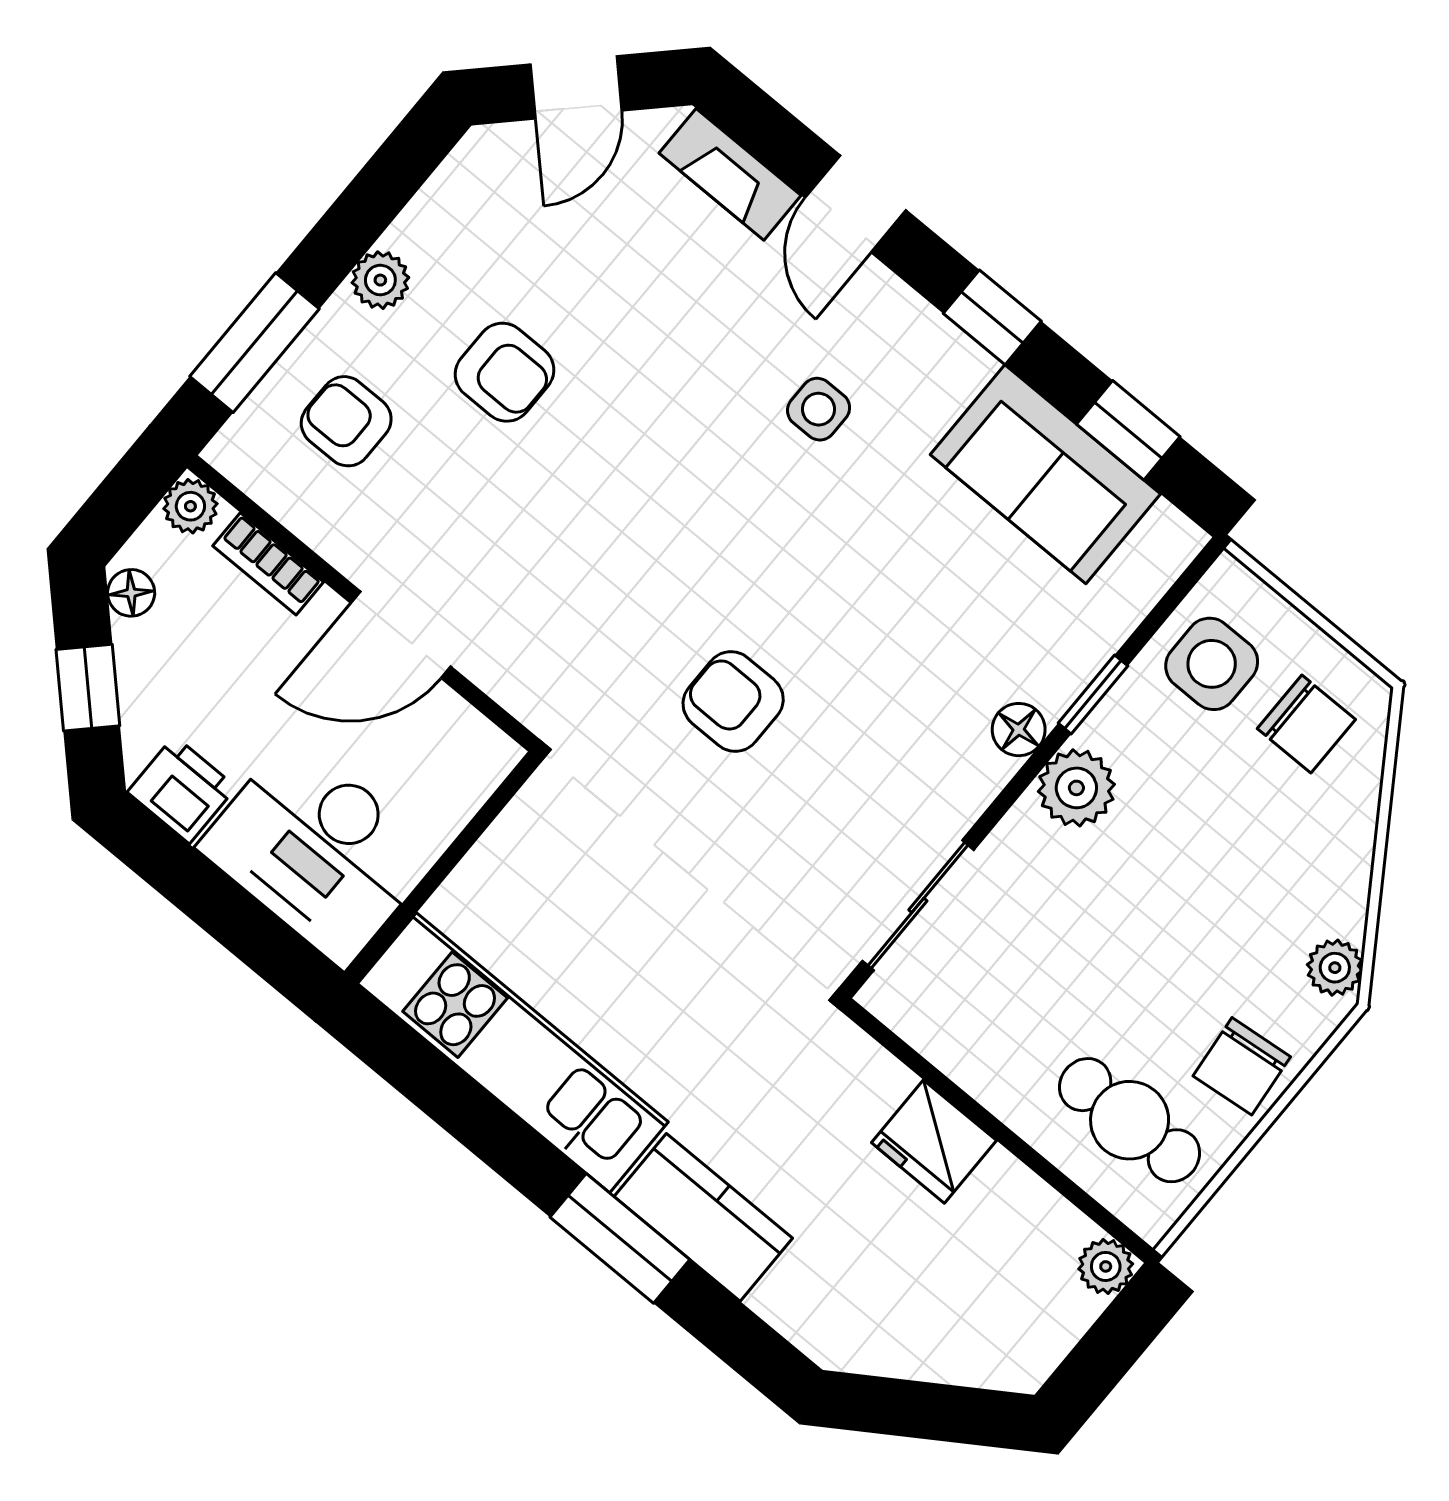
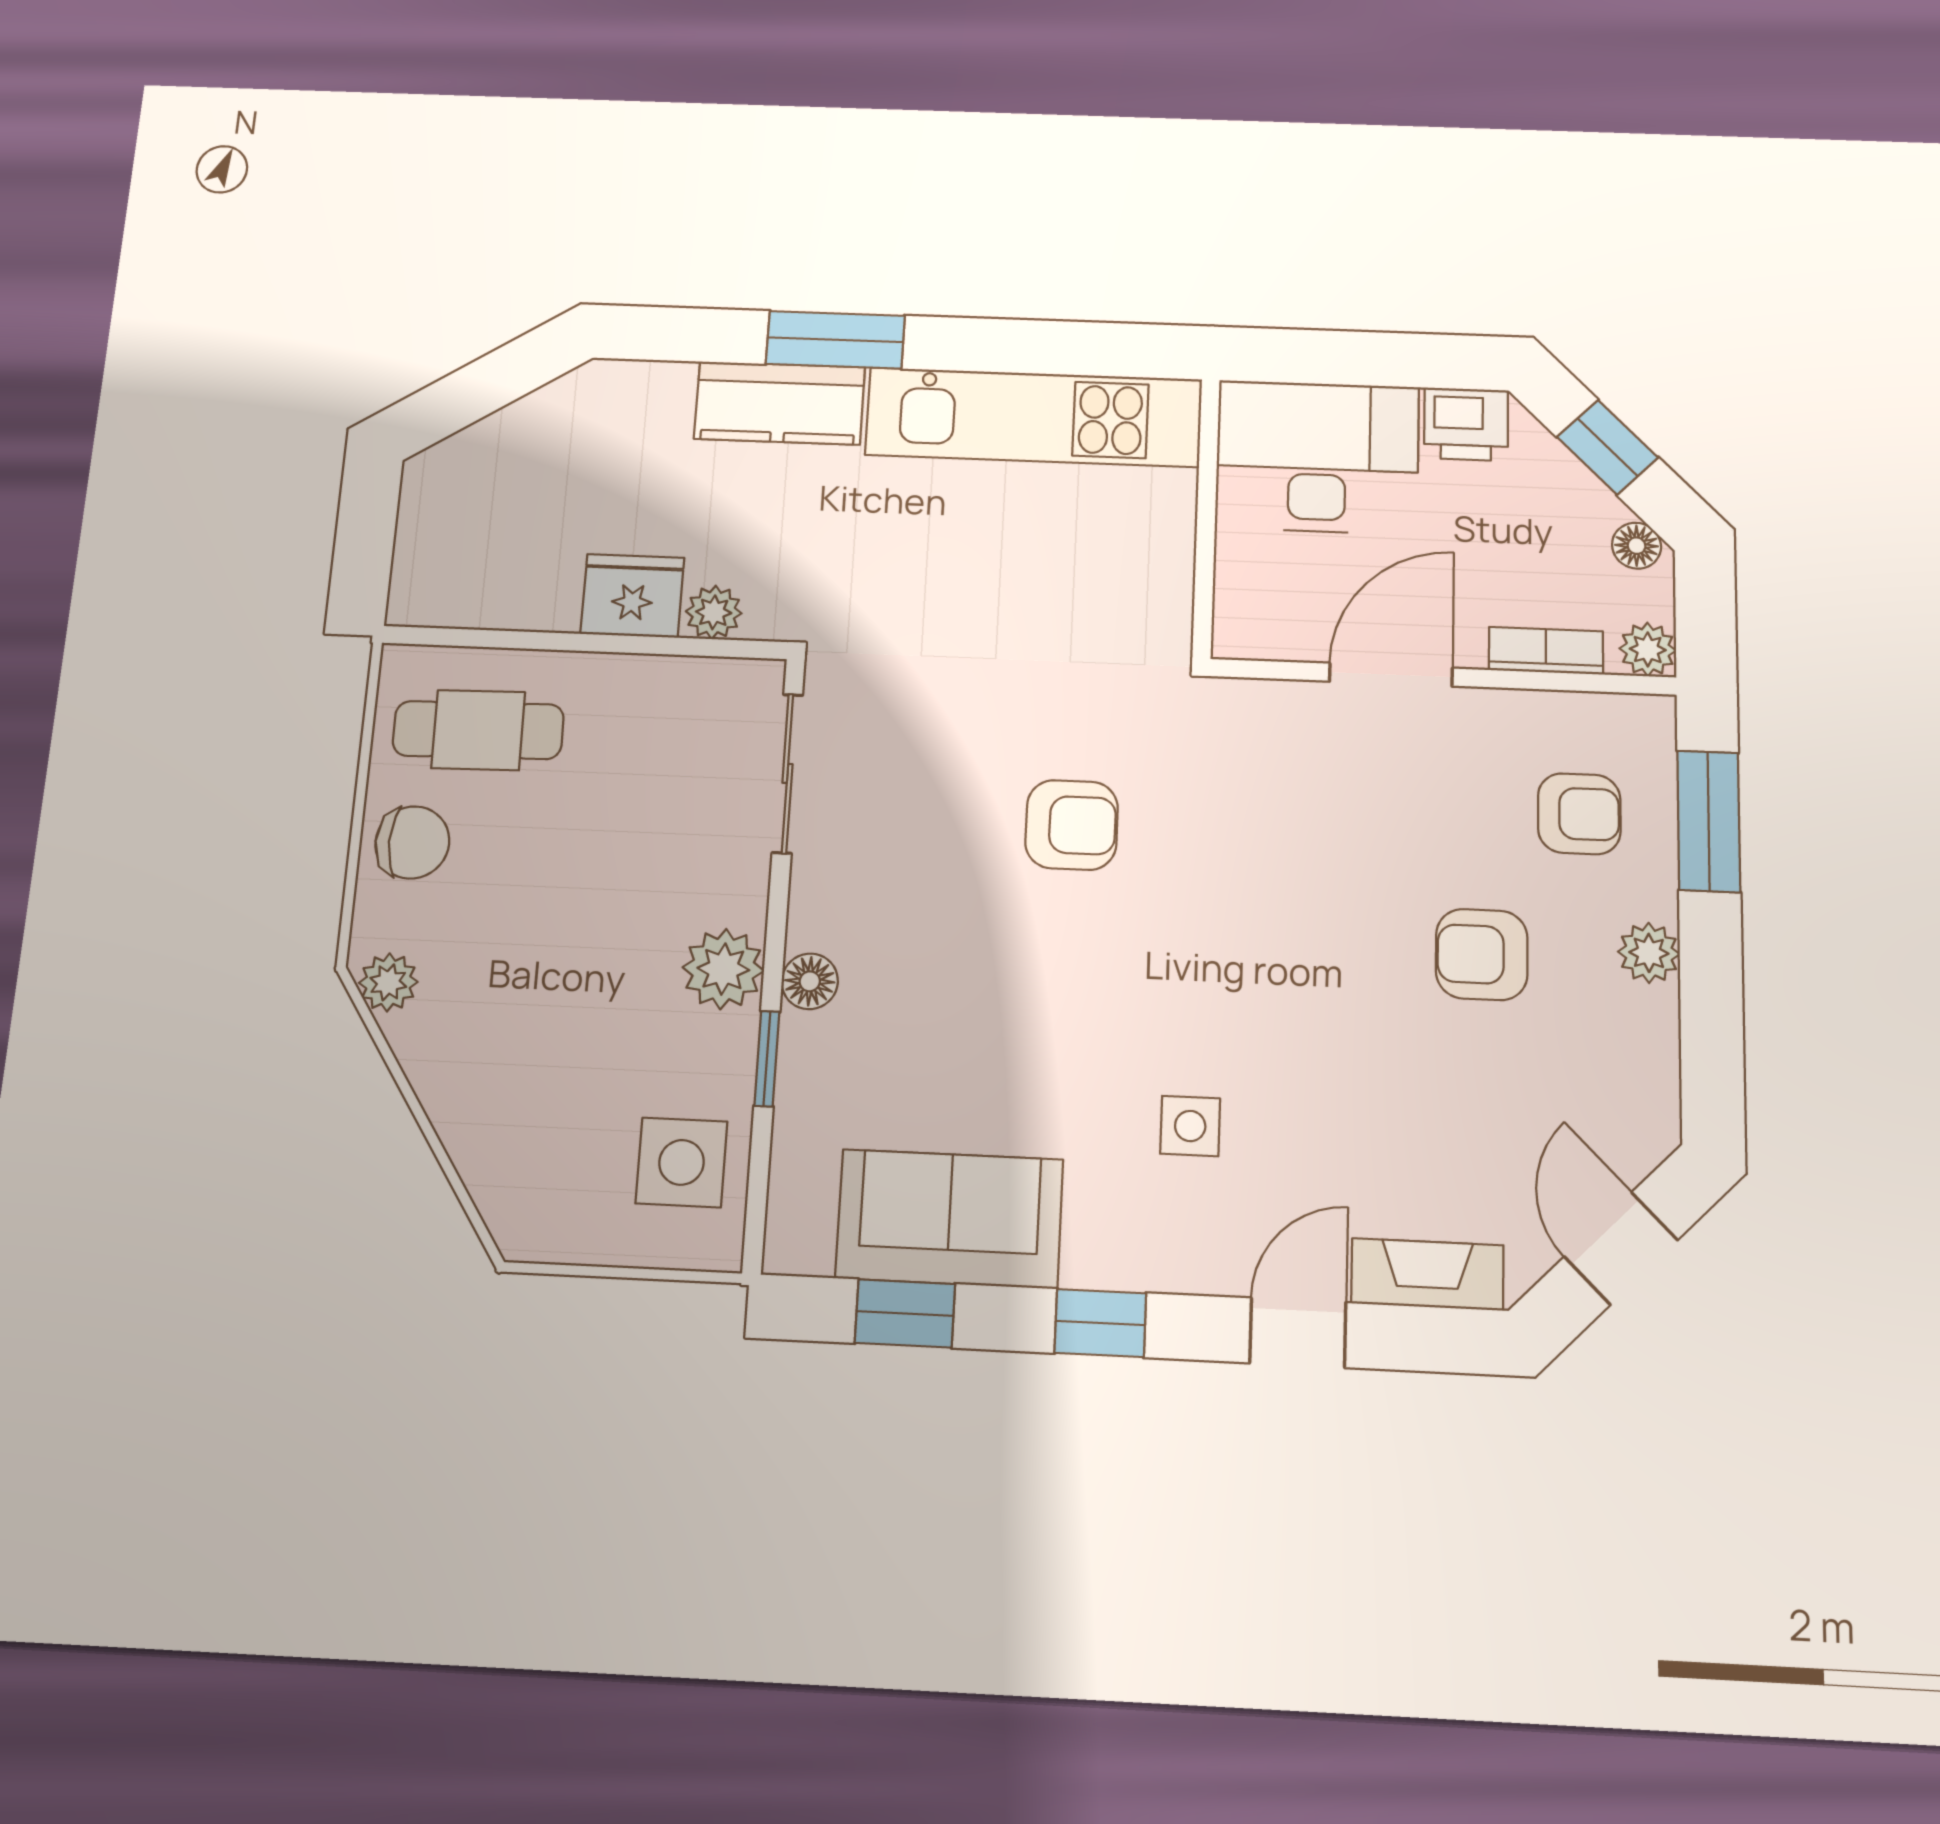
door: (856, 204) -> (1298, 1333), hinge flipped
chair: (1306, 724) -> (560, 1172), removed
chair: (1242, 1066) -> (412, 842), turned 96
plant: (1106, 1266) -> (714, 612), moved

